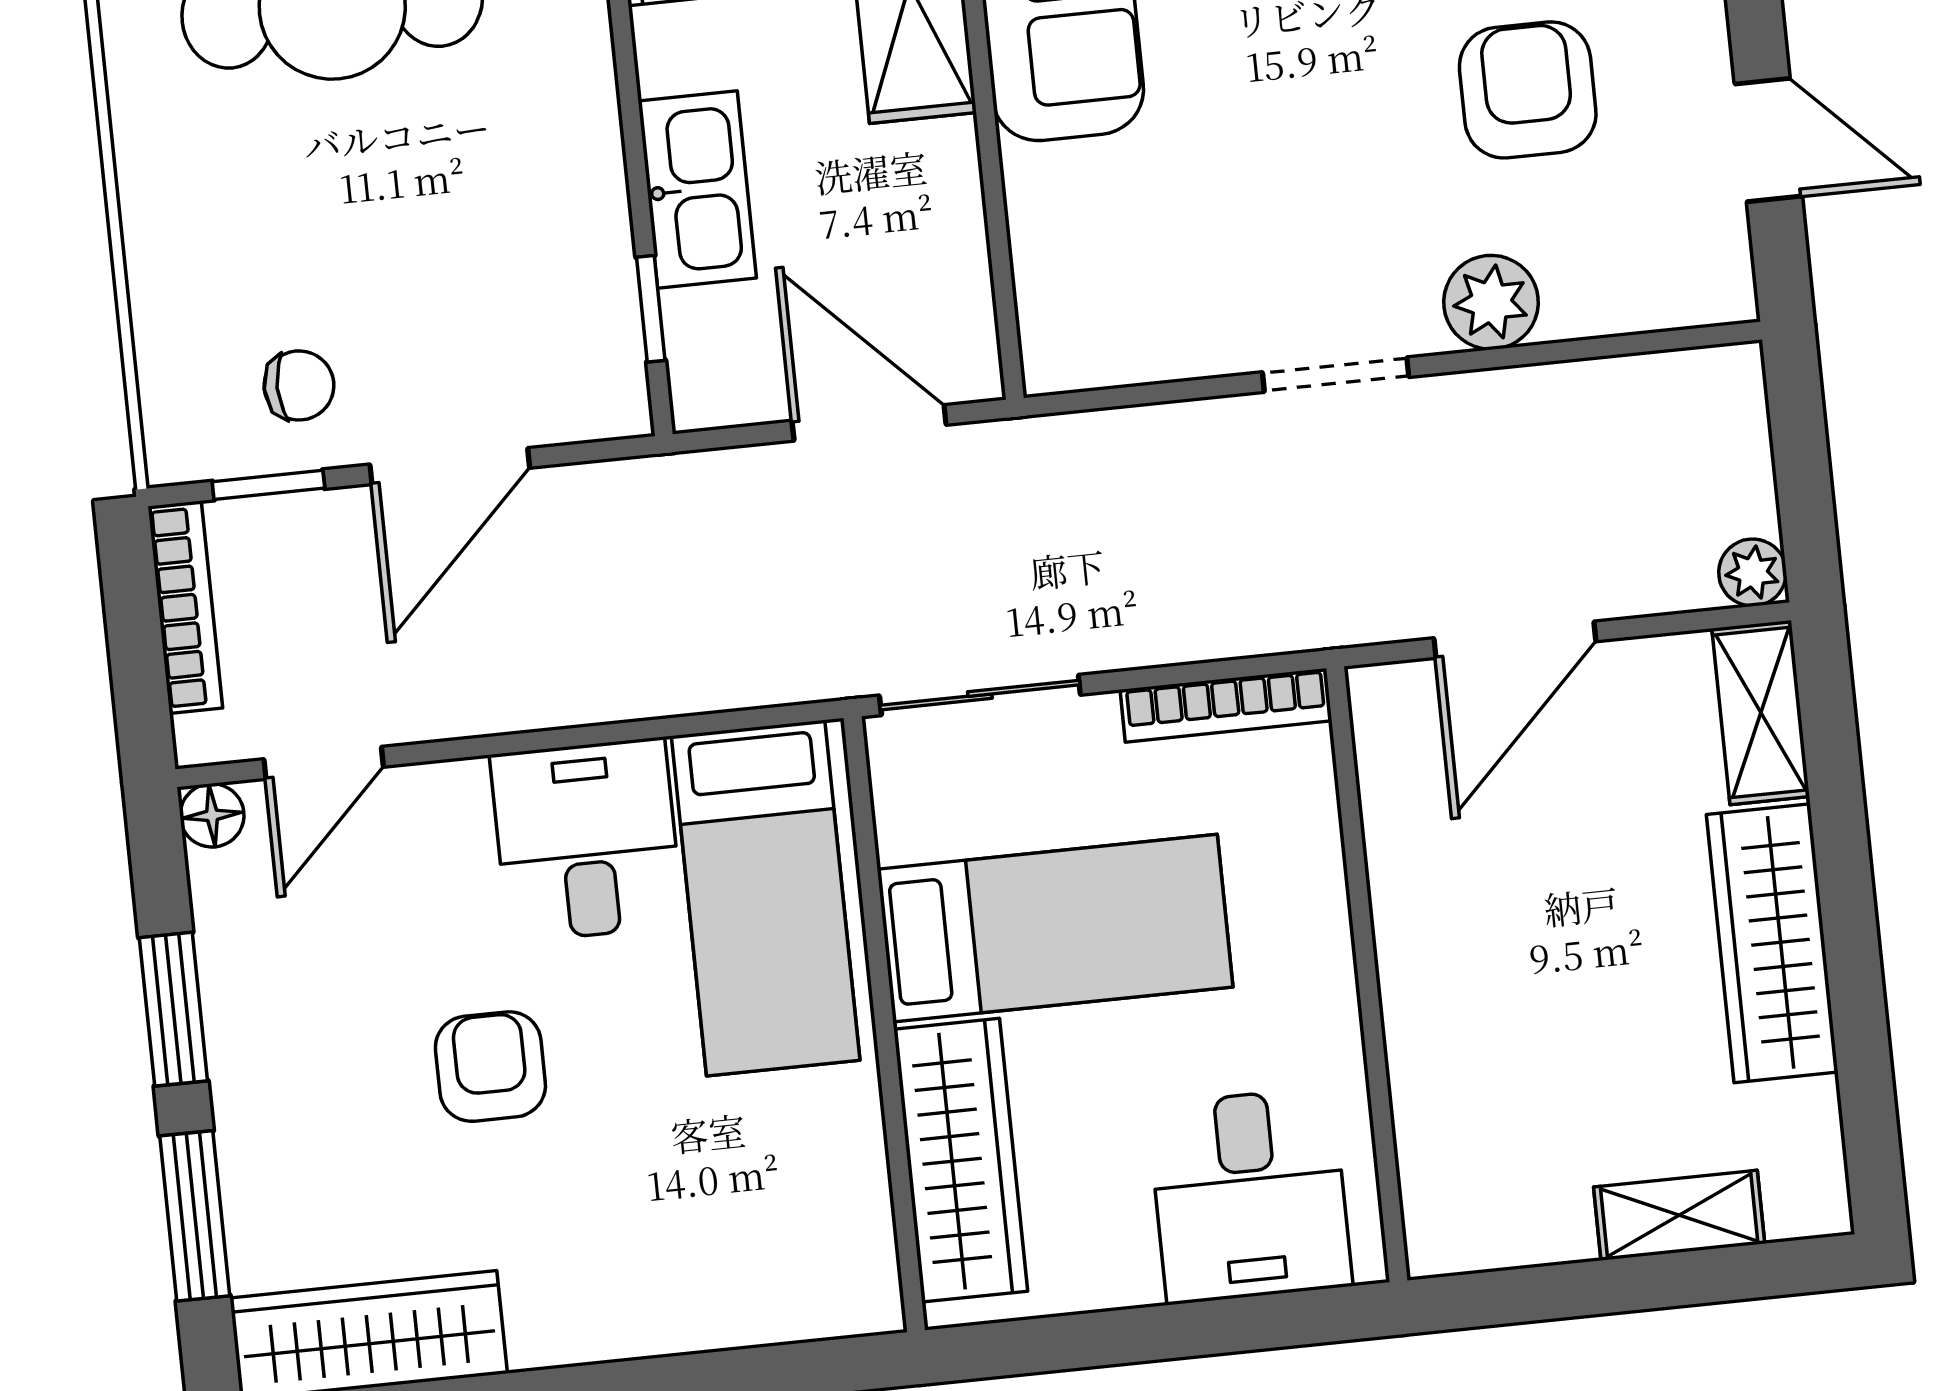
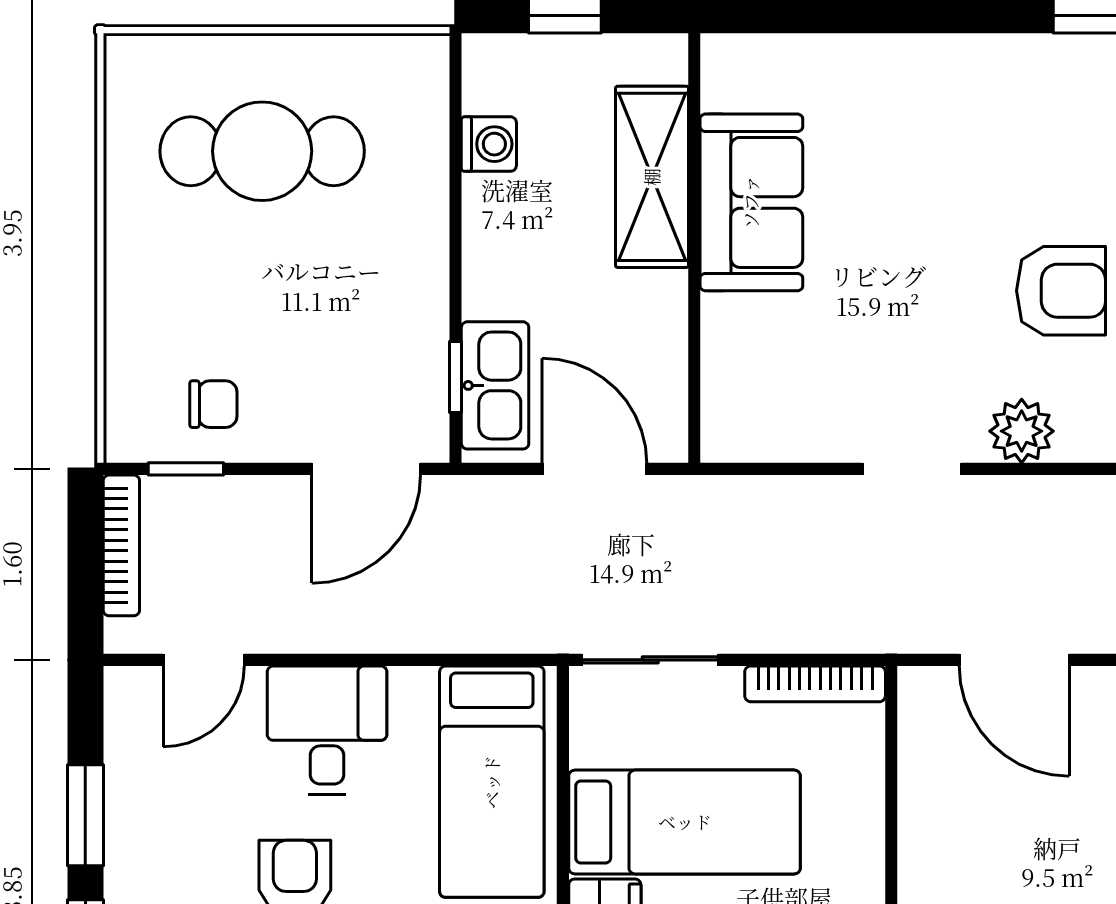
armchair: (1528, 90) -> (1061, 291), turned 90
kitchen sink: (697, 189) -> (495, 385), moved
door: (450, 466) -> (366, 469), moved
door: (1515, 640) -> (1014, 660), hinge flipped
floor lamp: (212, 815) -> (125, 687), removed
desk: (587, 840) -> (327, 730), moved

